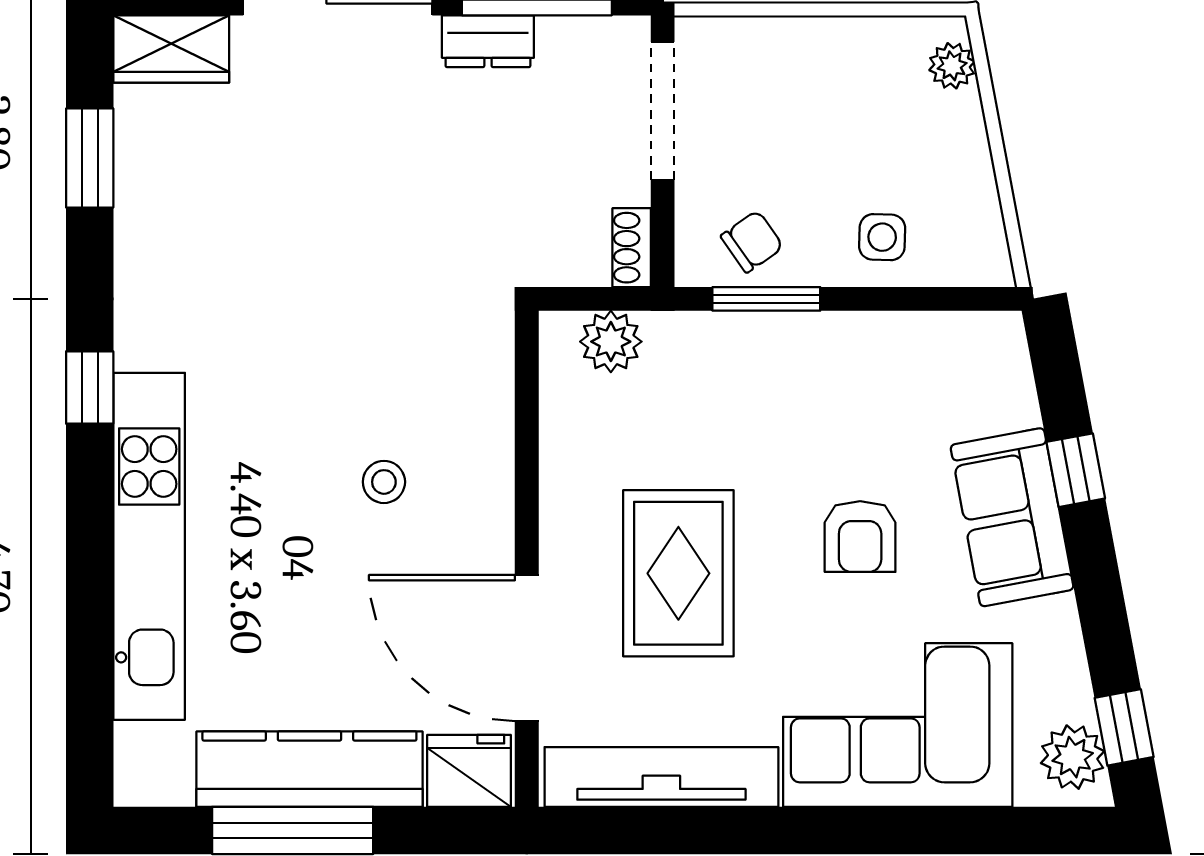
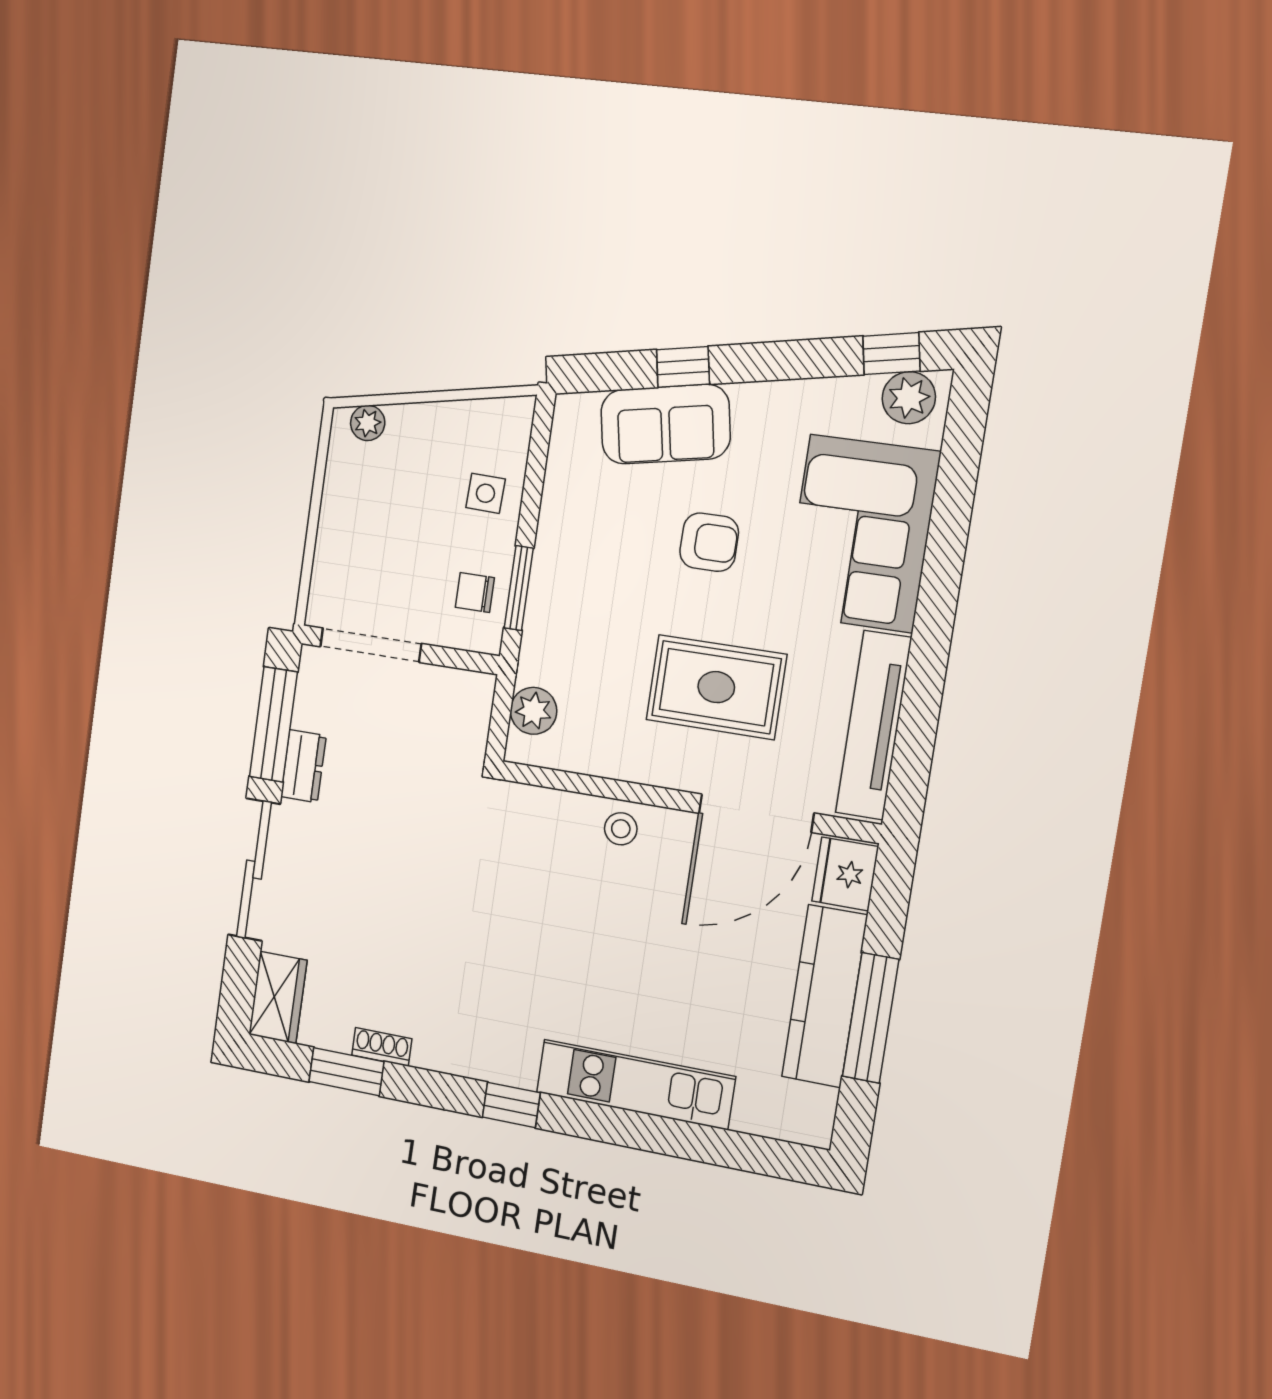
chair: (752, 242) -> (475, 593), turned -55
shoe rack: (632, 248) -> (382, 1047), moved, turned 180
stool: (384, 482) -> (621, 829), moved
sofa: (1012, 517) -> (665, 424), moved
kitchen unit: (149, 546) -> (635, 1084), width x0.73

